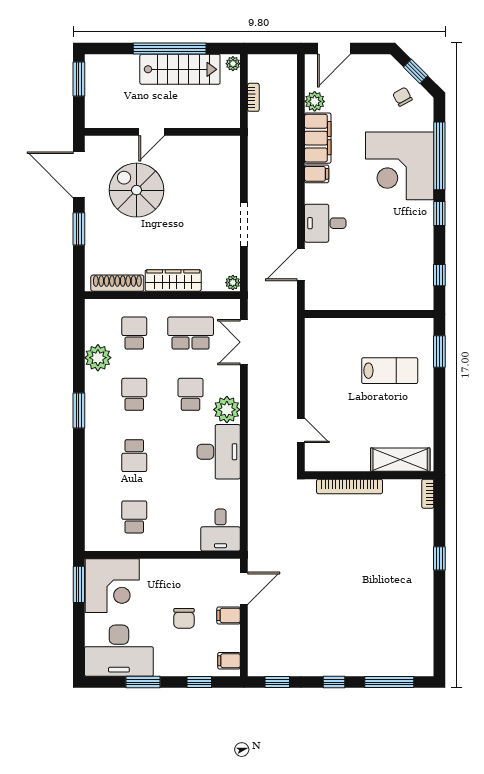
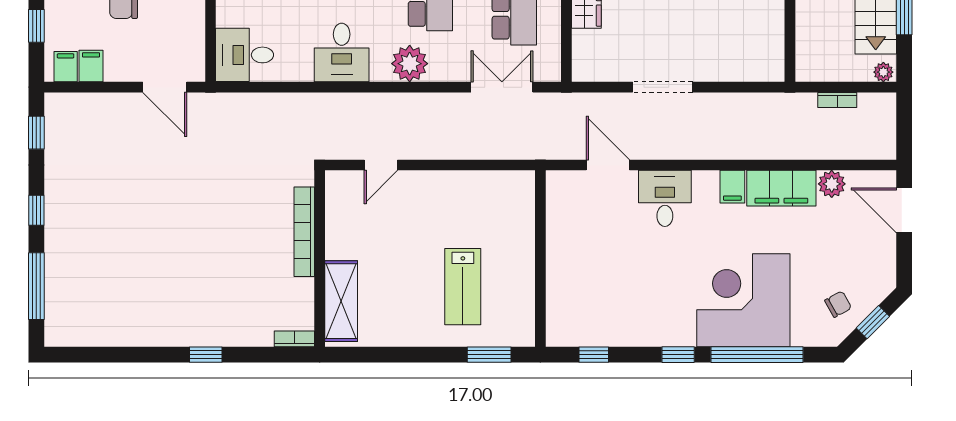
plant: (233, 283) -> (584, 72), removed
desk: (219, 452) -> (342, 52), width x0.73
filing cabinet: (229, 615) -> (91, 66), moved

